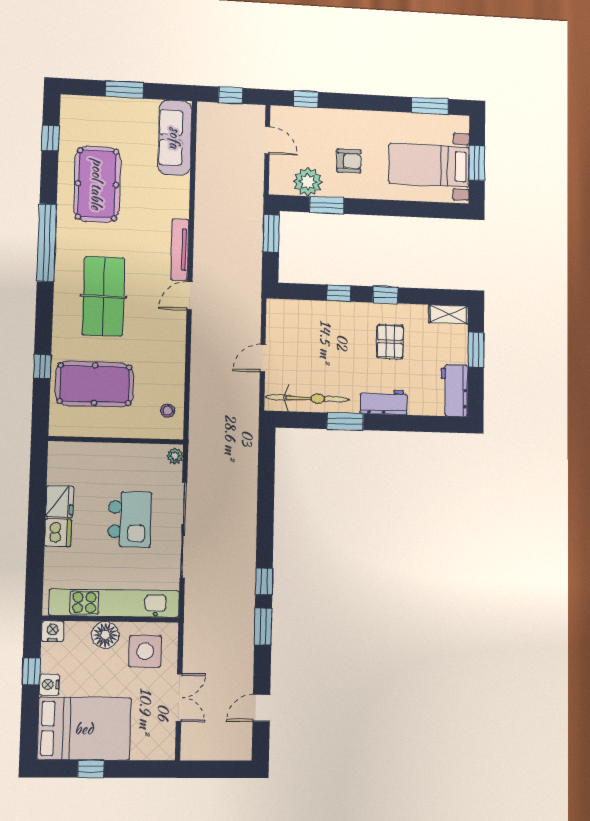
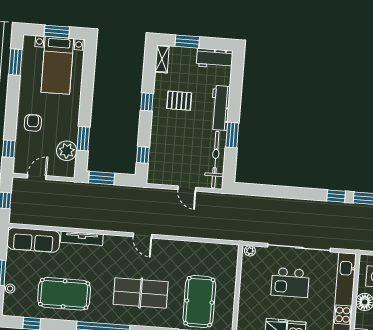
armchair: (349, 161) -> (33, 123), moved
tv unit: (180, 249) -> (82, 238), moved
window: (339, 293) -> (143, 155), moved
workbench: (384, 402) -> (220, 108), width x1.38
stool: (168, 411) -> (10, 289), moved
kitchen island: (130, 519) -> (290, 283), turned 180

